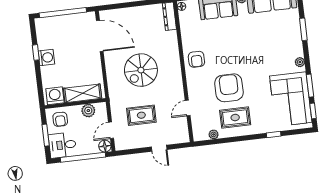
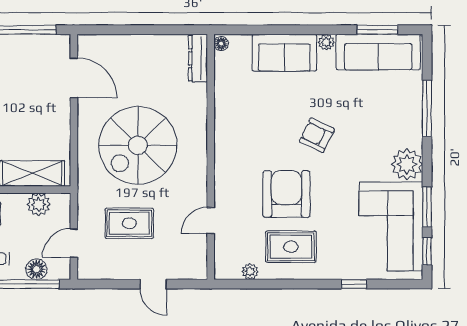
window: (303, 29) -> (427, 108), width x1.44
door: (100, 36) -> (74, 78), width x0.73
armchair: (196, 59) -> (317, 135), moved, turned 116
plant: (300, 62) -> (407, 164), width x1.87, depth x1.87
spiral stairs: (141, 70) -> (138, 145), width x1.37, depth x1.37
floor lamp: (105, 146) -> (36, 269), moved

